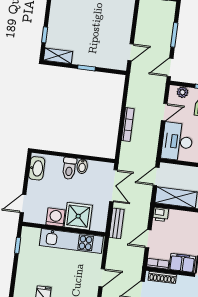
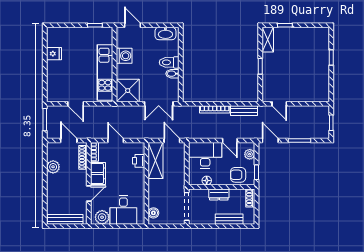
printer: (161, 214) -> (139, 161), moved
shower: (78, 216) -> (128, 91), moved
bench: (117, 223) -> (244, 111), moved

